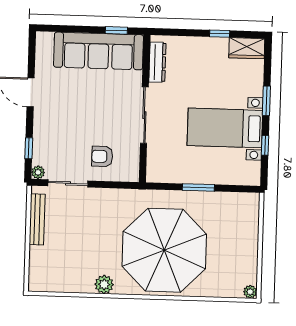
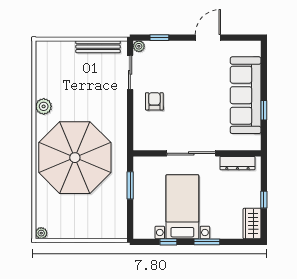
dresser: (157, 62) -> (237, 163), moved
wall: (145, 109) -> (197, 153), moved
sliding door: (144, 115) -> (191, 153), moved

